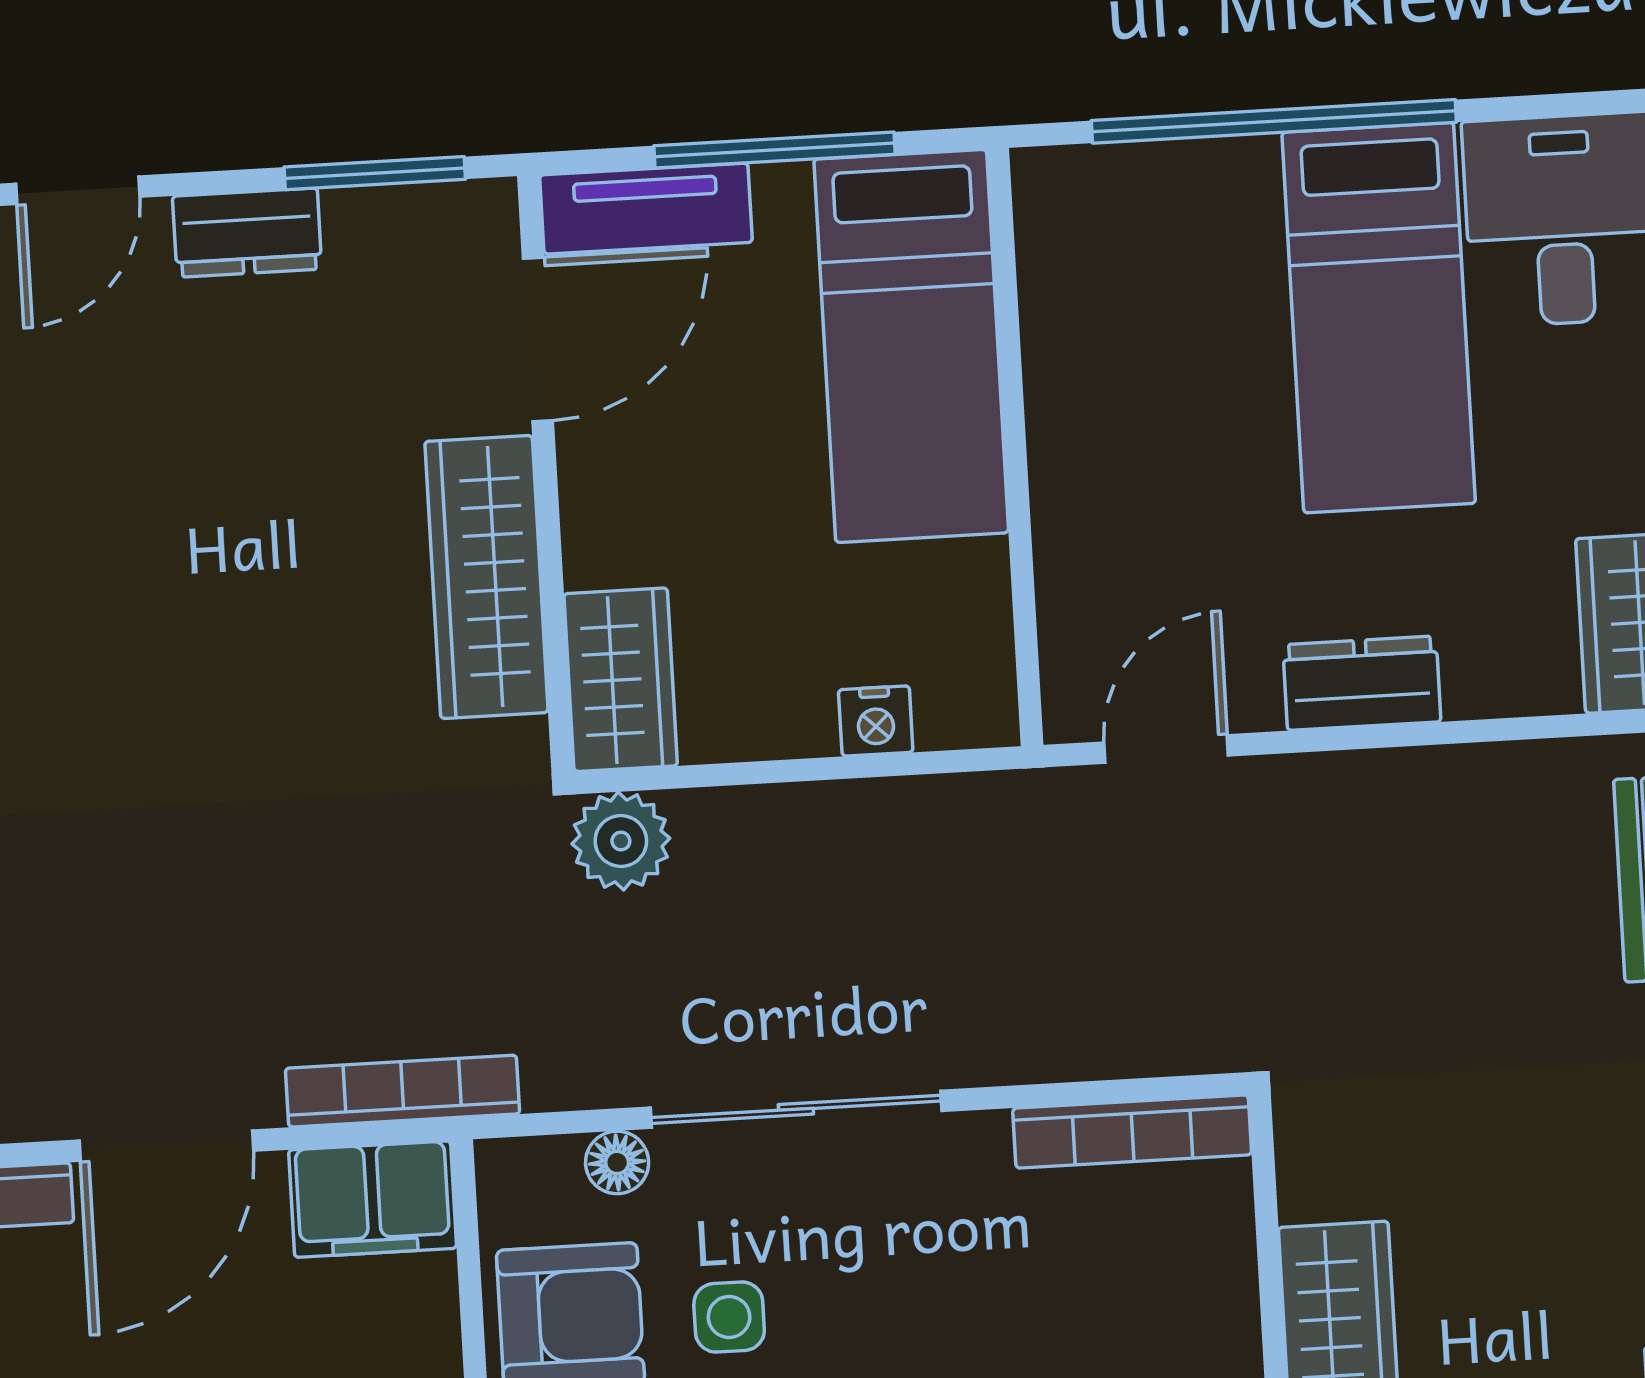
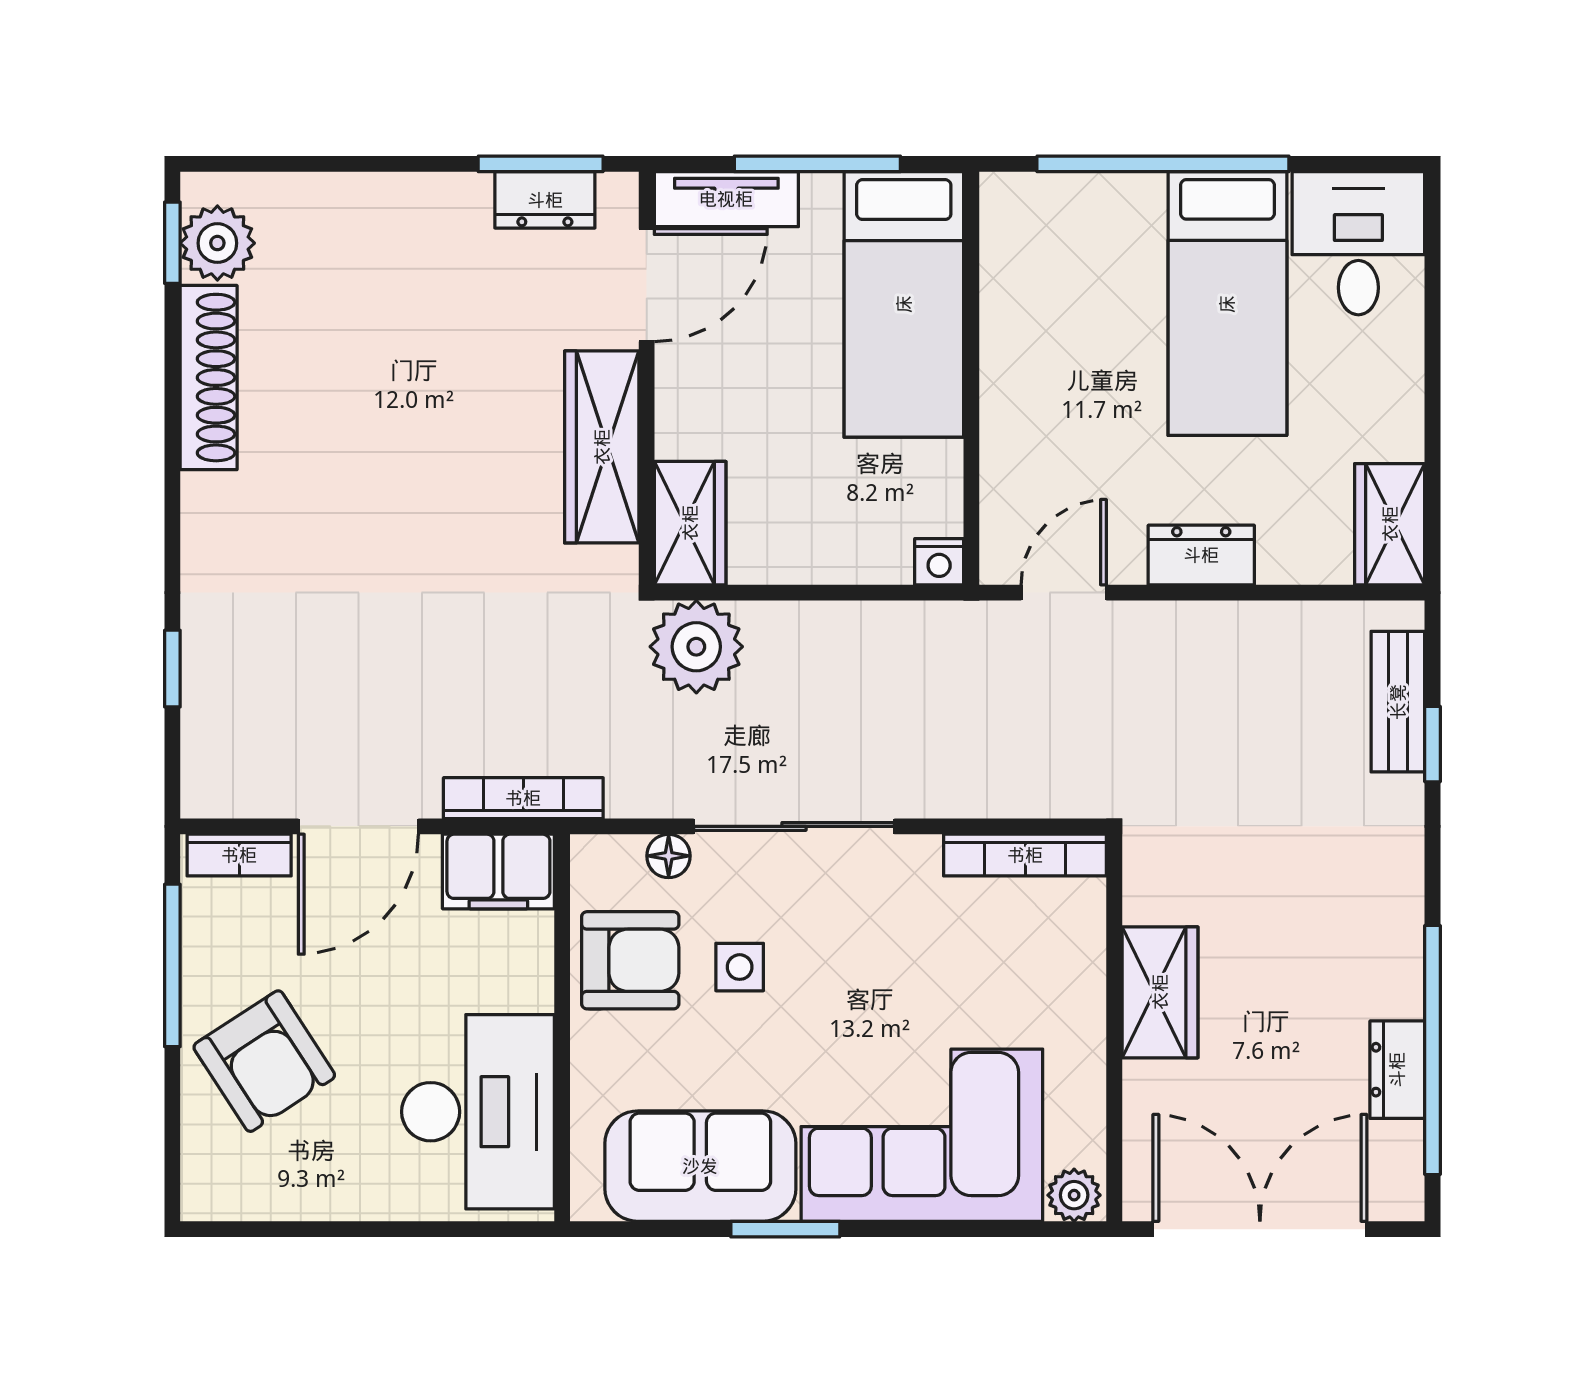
door: (78, 190) -> (335, 164), removed
dresser: (247, 233) -> (545, 200), moved
nightstand: (876, 721) -> (939, 562), moved
plant: (621, 841) -> (696, 647), width x1.36, depth x1.36

